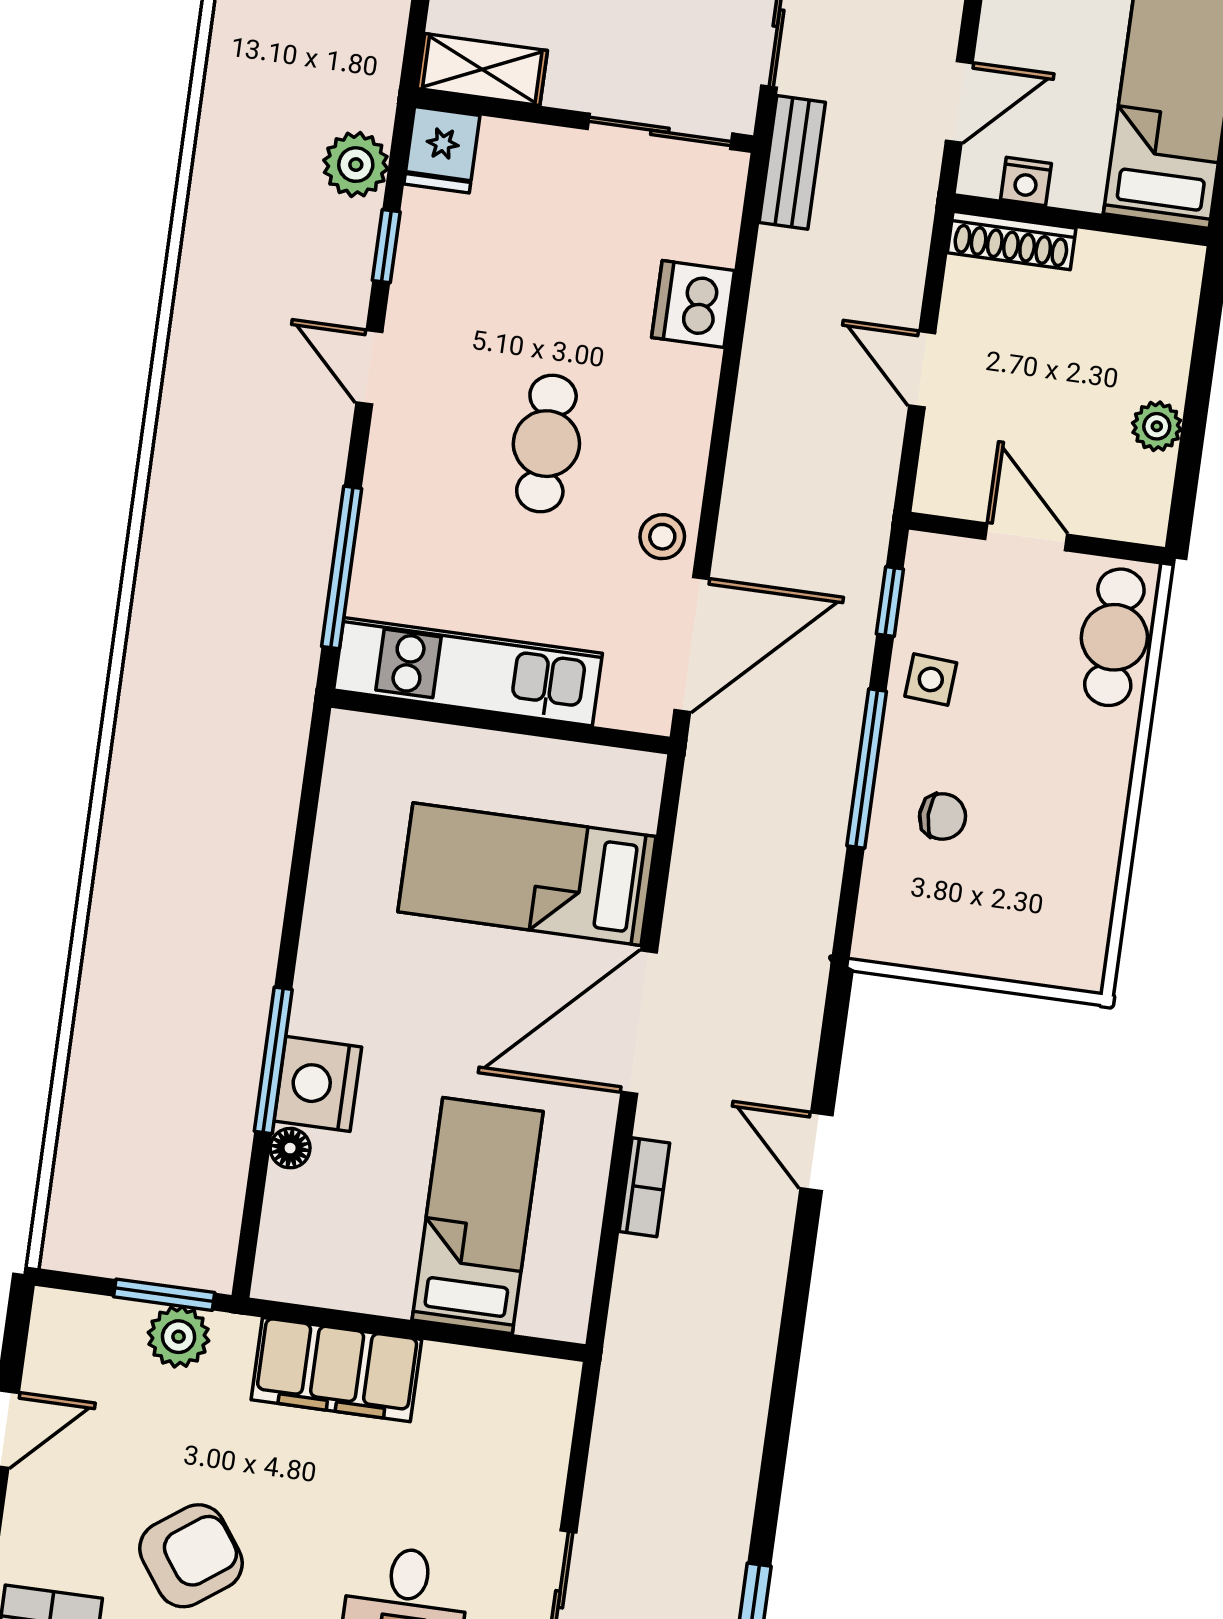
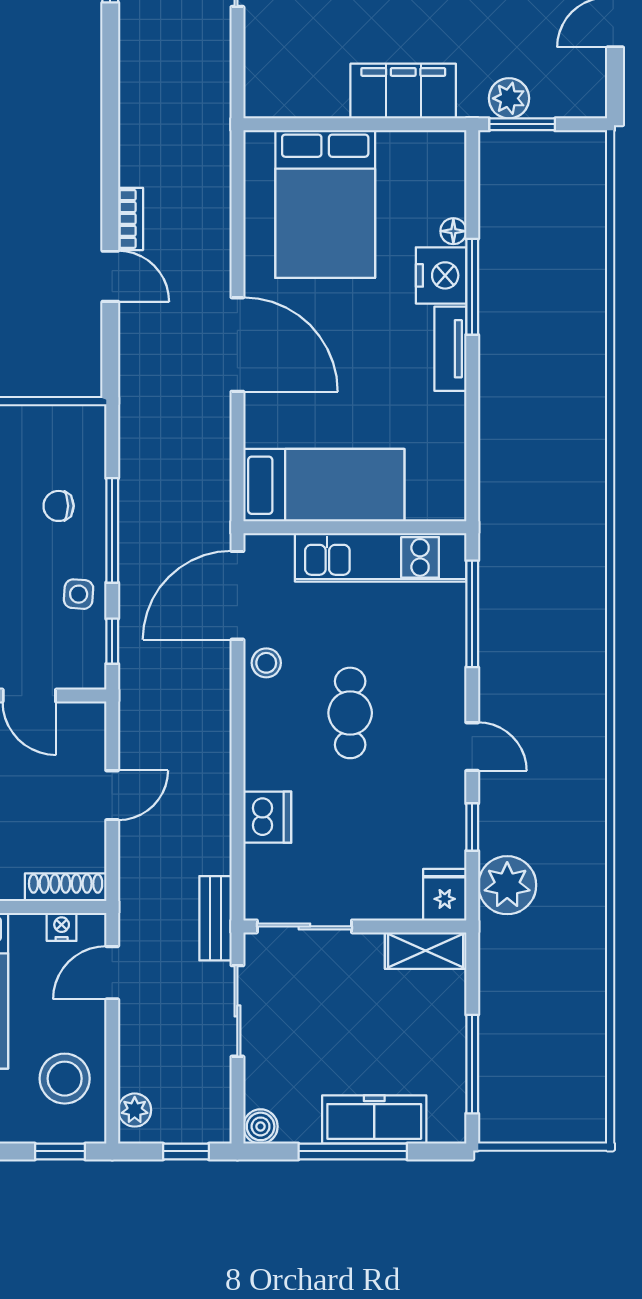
plant: (356, 165) -> (507, 885), width x1.36, depth x1.36
door: (922, 369) -> (112, 795), hinge flipped
bed: (527, 874) -> (324, 485), moved
tv unit: (319, 972) -> (450, 349), added
door: (639, 1022) -> (237, 345), hinge flipped
bookcase: (644, 1187) -> (131, 219), moved, turned 180
bed: (478, 1216) -> (325, 204), width x1.50

